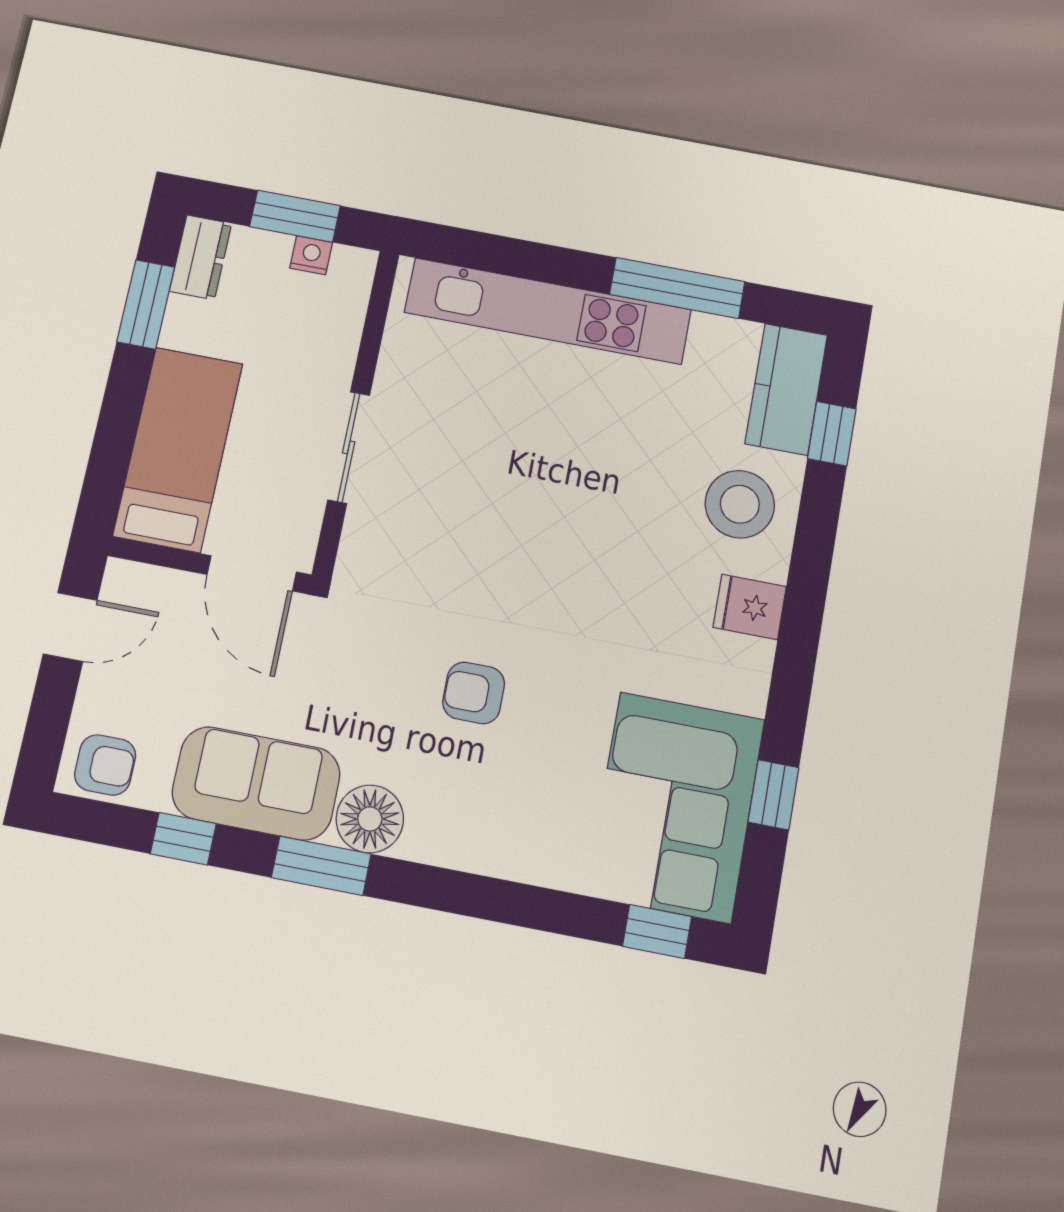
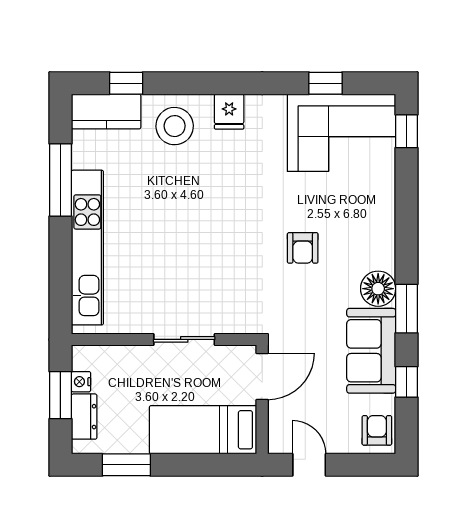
dresser: (201, 257) -> (84, 417), moved, turned 90

